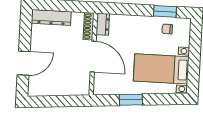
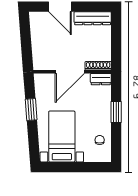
window: (165, 11) -> (116, 112), moved
dresser: (51, 17) -> (93, 18), moved, turned -90

